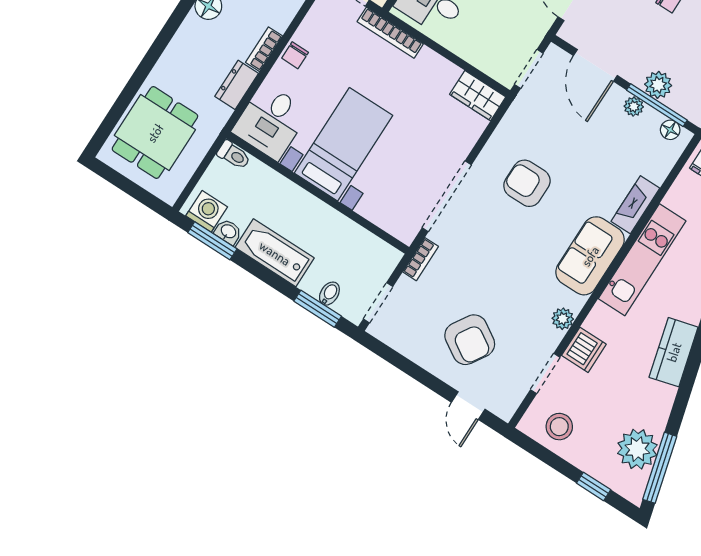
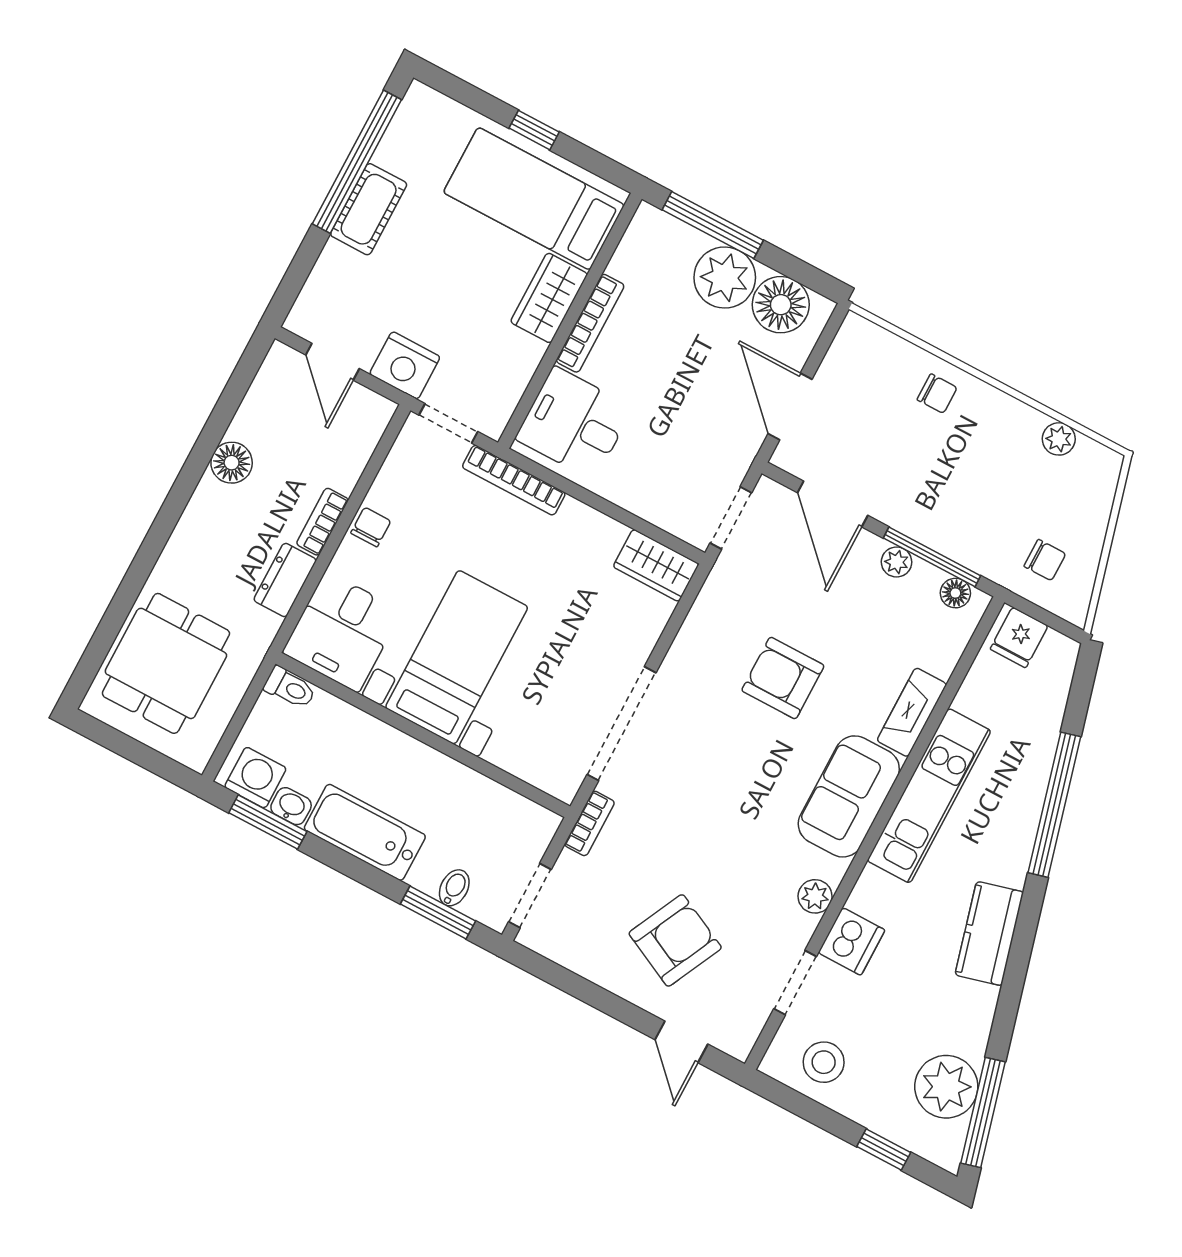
chair: (295, 55) -> (371, 527), turned 180
plant: (658, 85) -> (931, 526), removed
armchair: (527, 183) -> (783, 678), moved
armchair: (470, 340) -> (675, 940), turned -96

